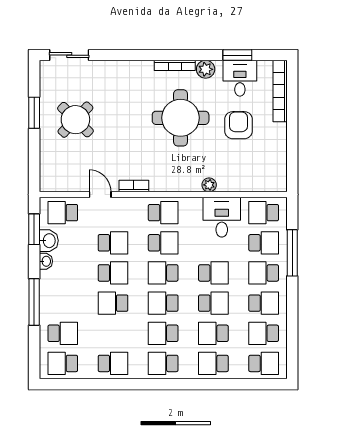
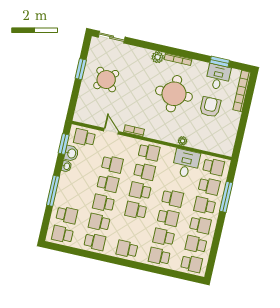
plant: (206, 69) -> (158, 57), moved
school desk: (264, 213) -> (214, 167), turned 180
school desk: (163, 333) -> (99, 222), moved

